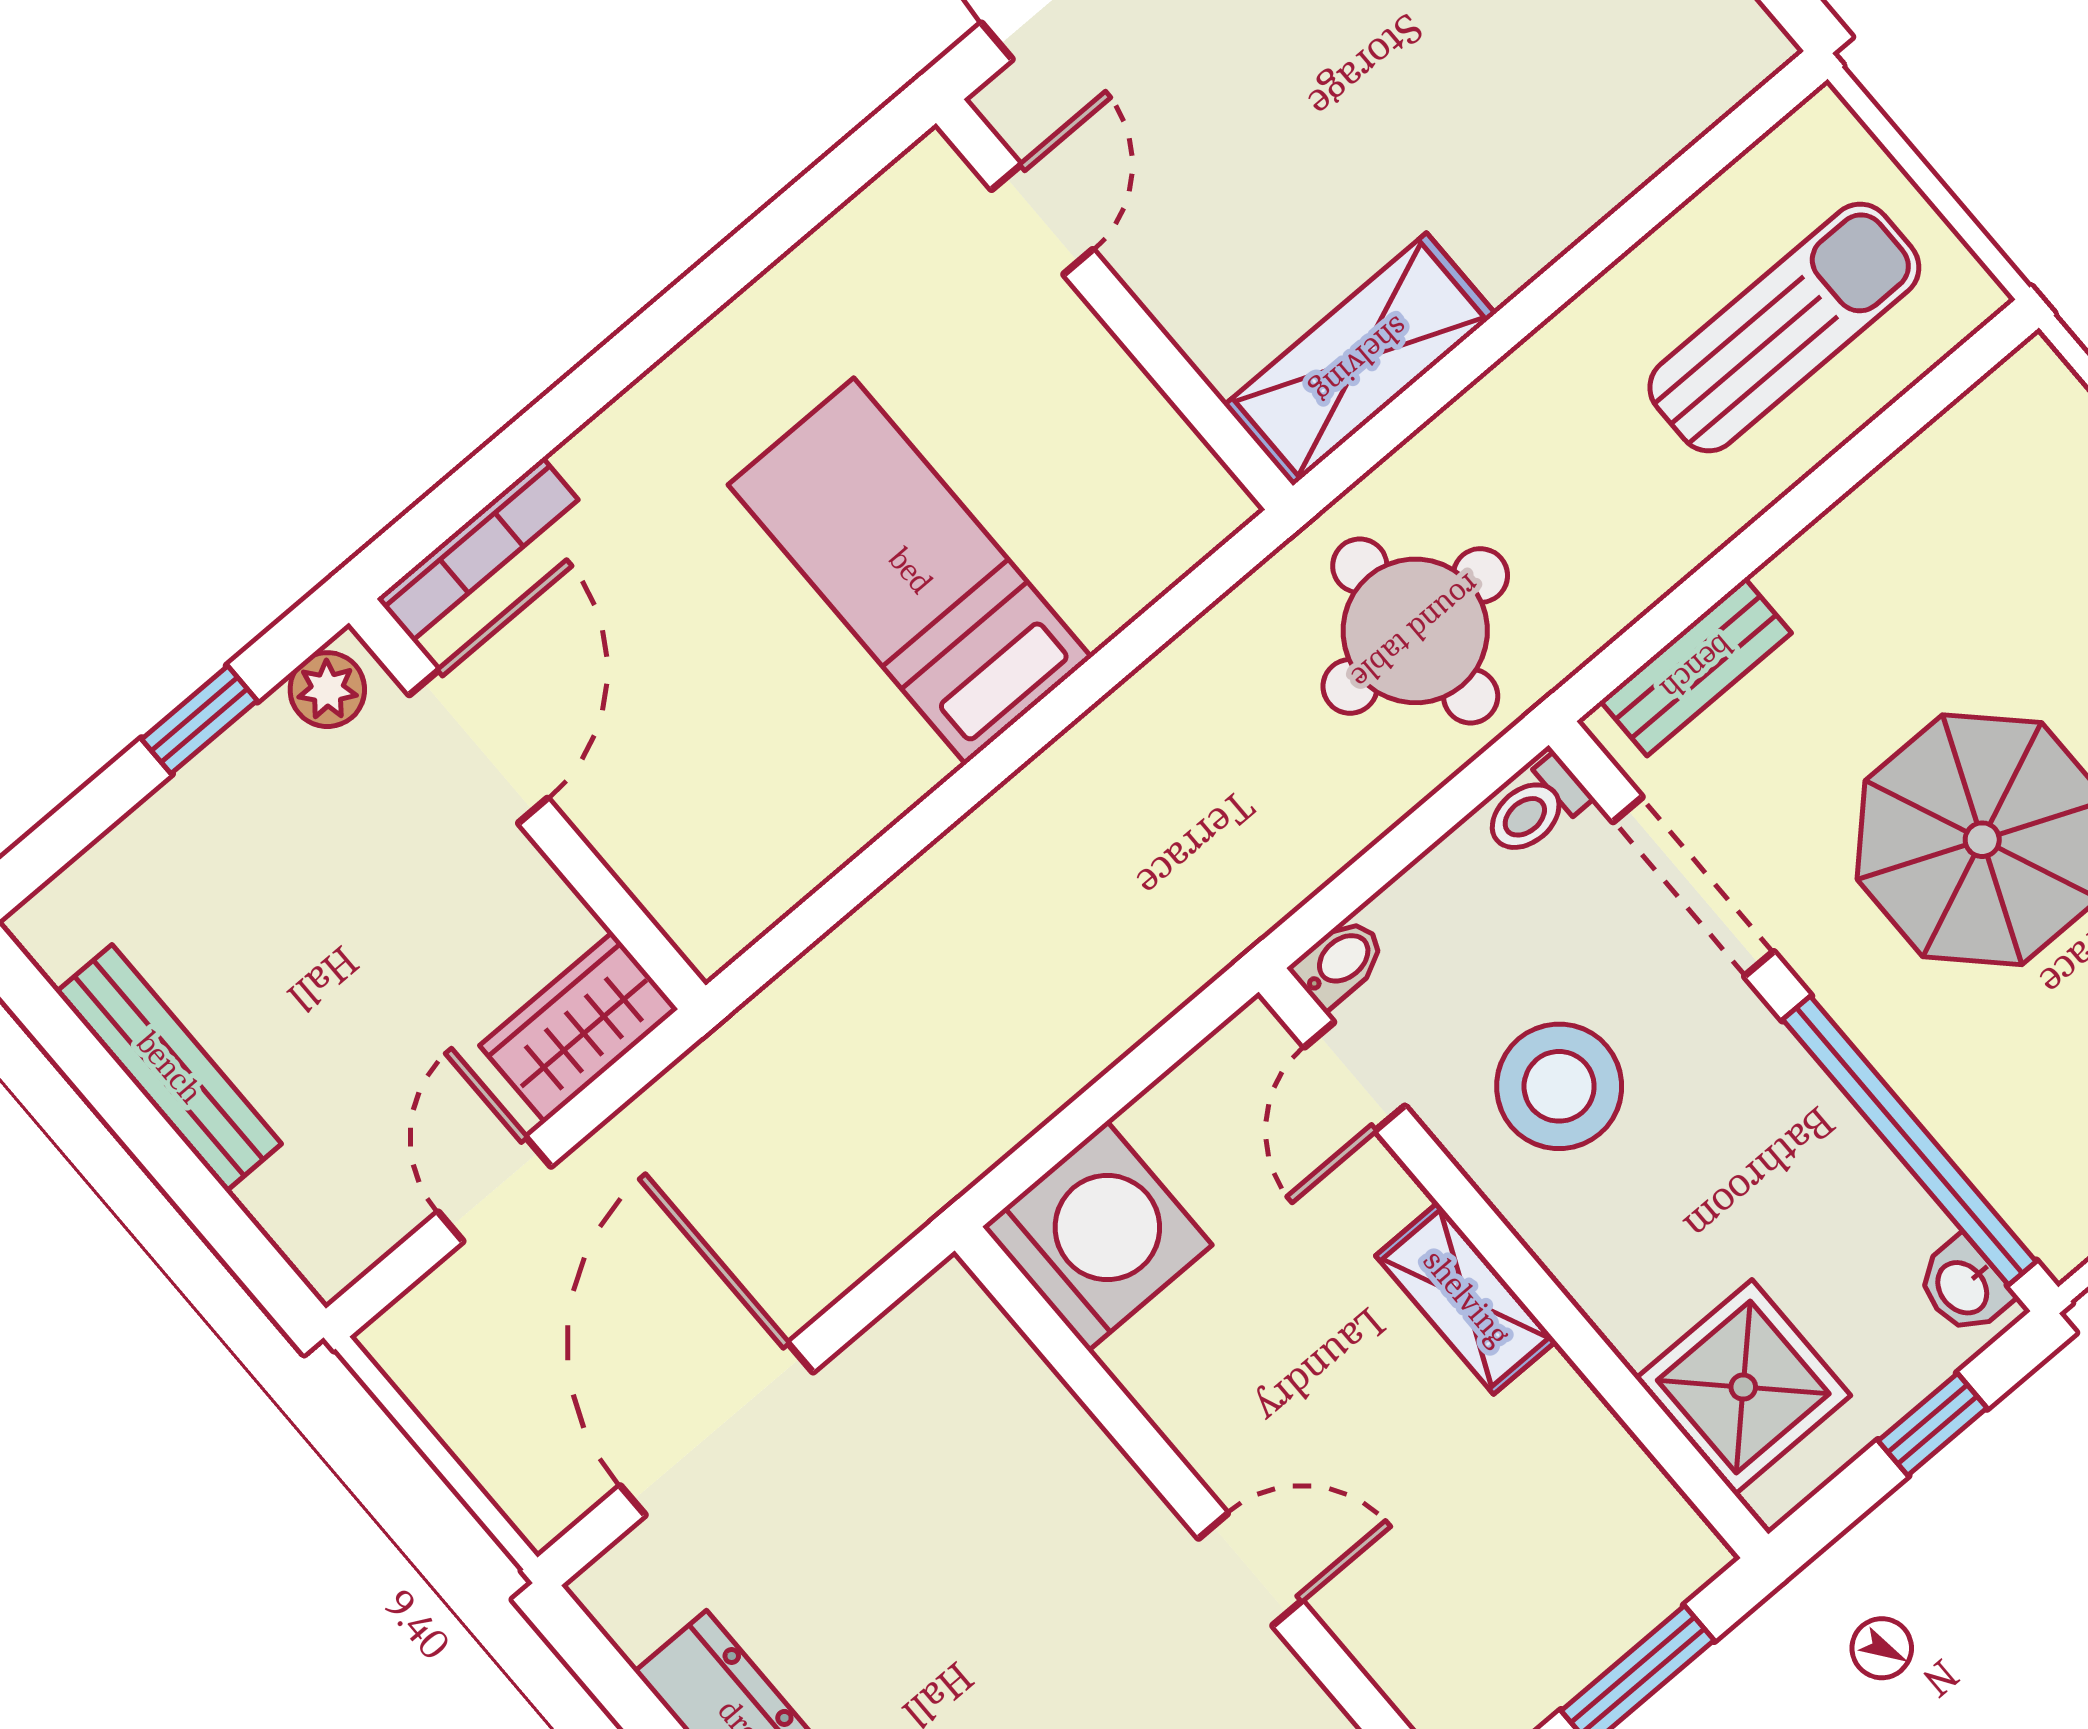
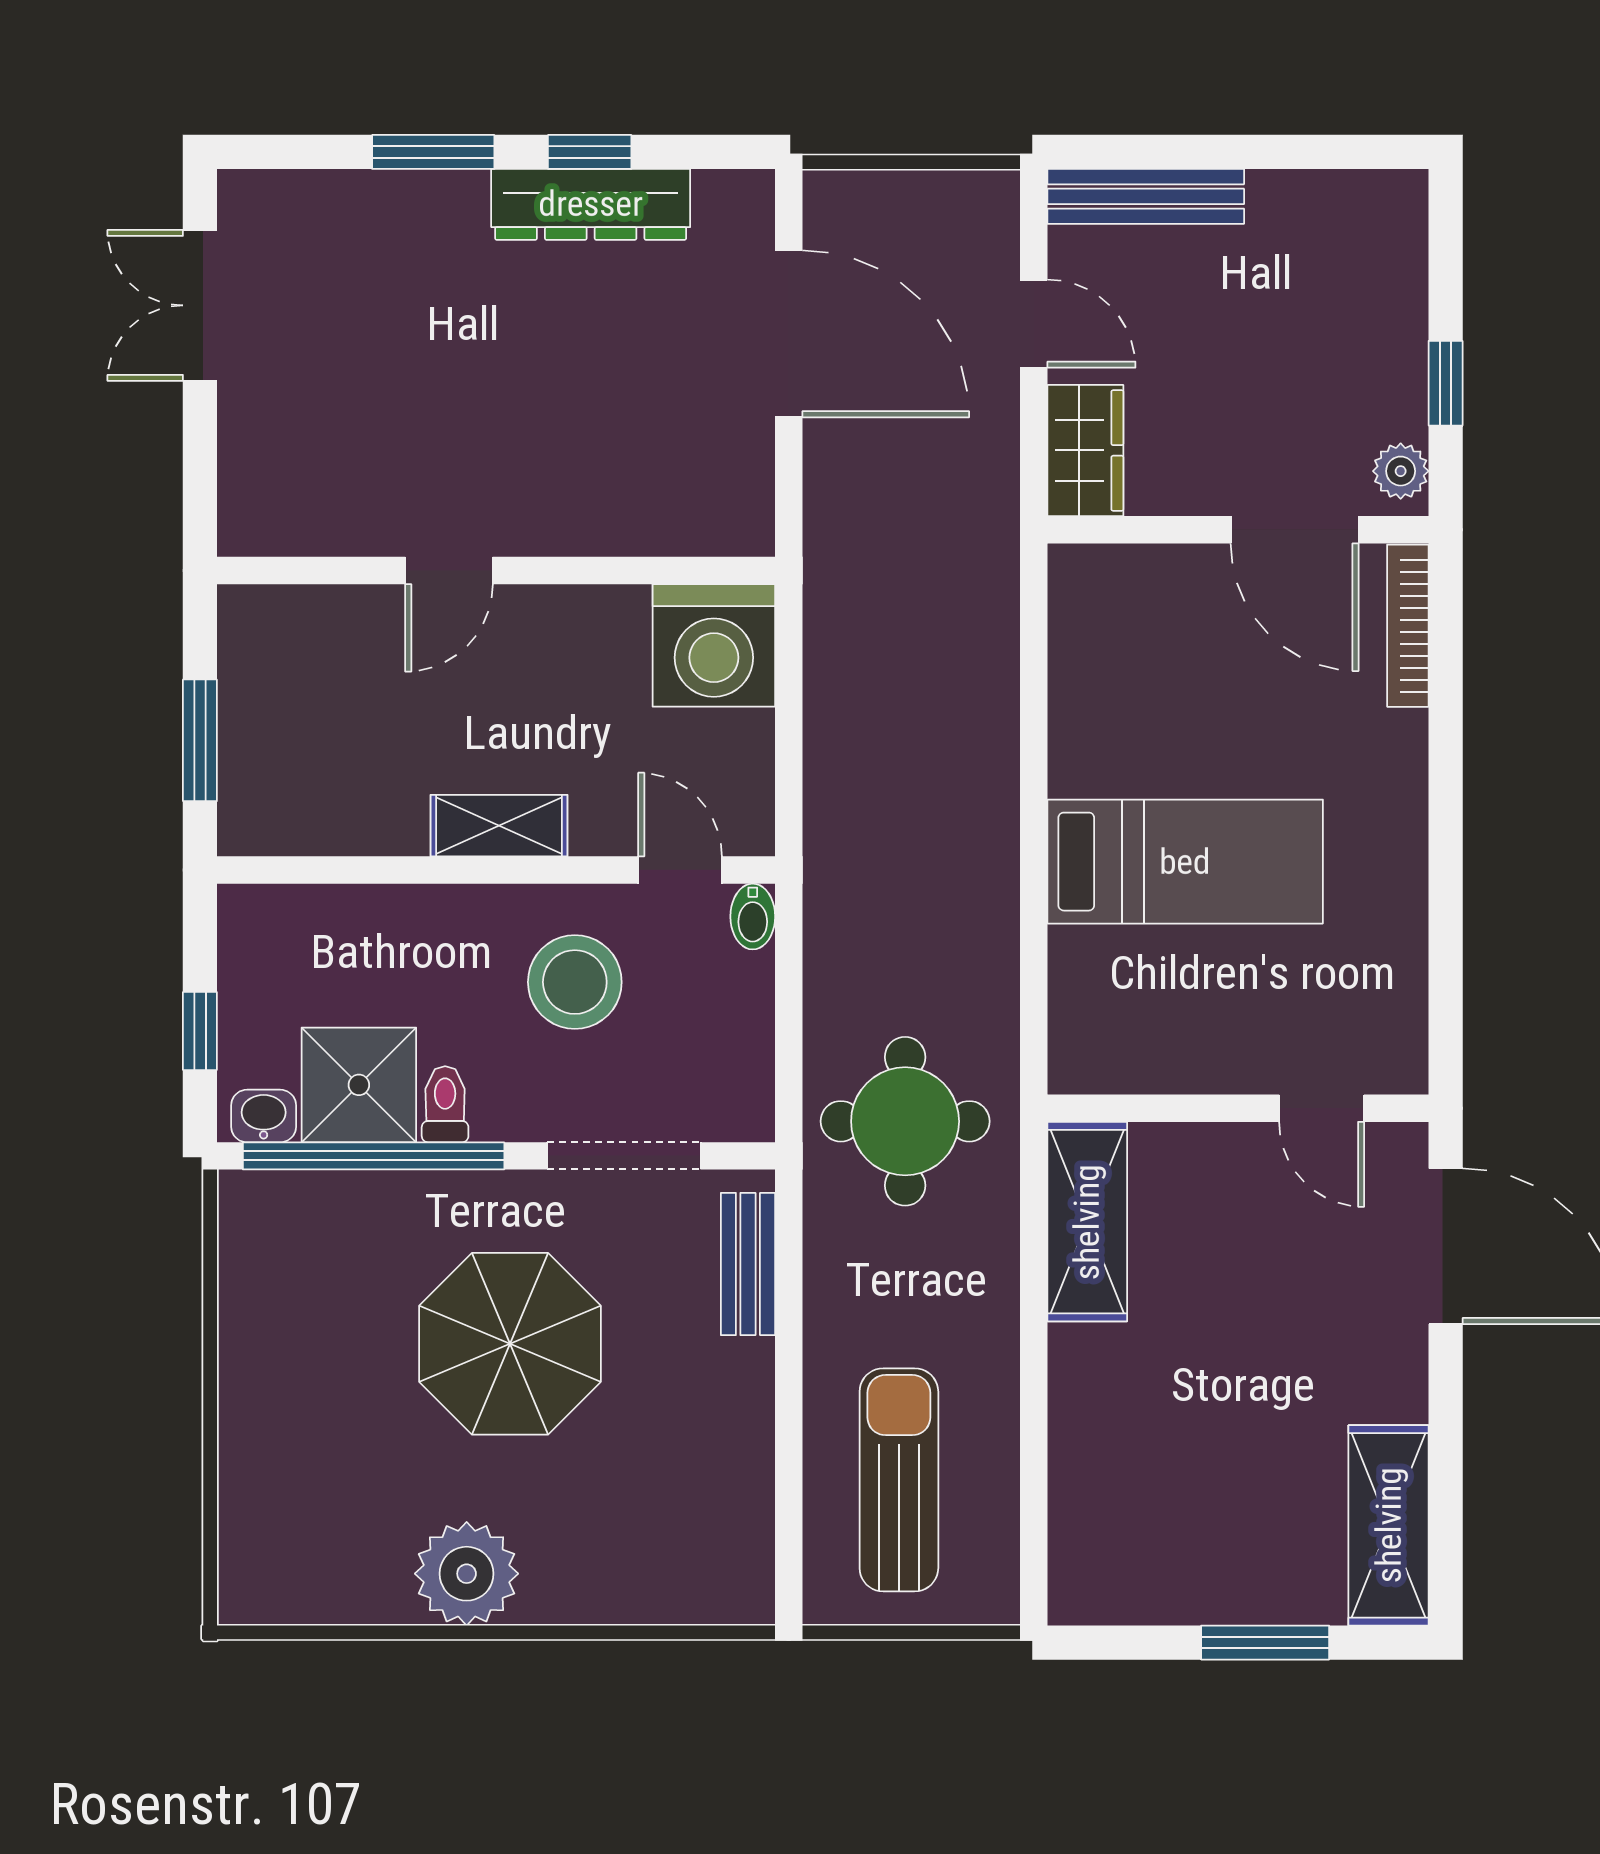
sun lounger: (1784, 327) -> (899, 1480), turned 180
toilet: (1536, 808) -> (445, 1104), moved
bench: (169, 1068) -> (1146, 196), moved
shower: (1743, 1387) -> (359, 1085), moved

